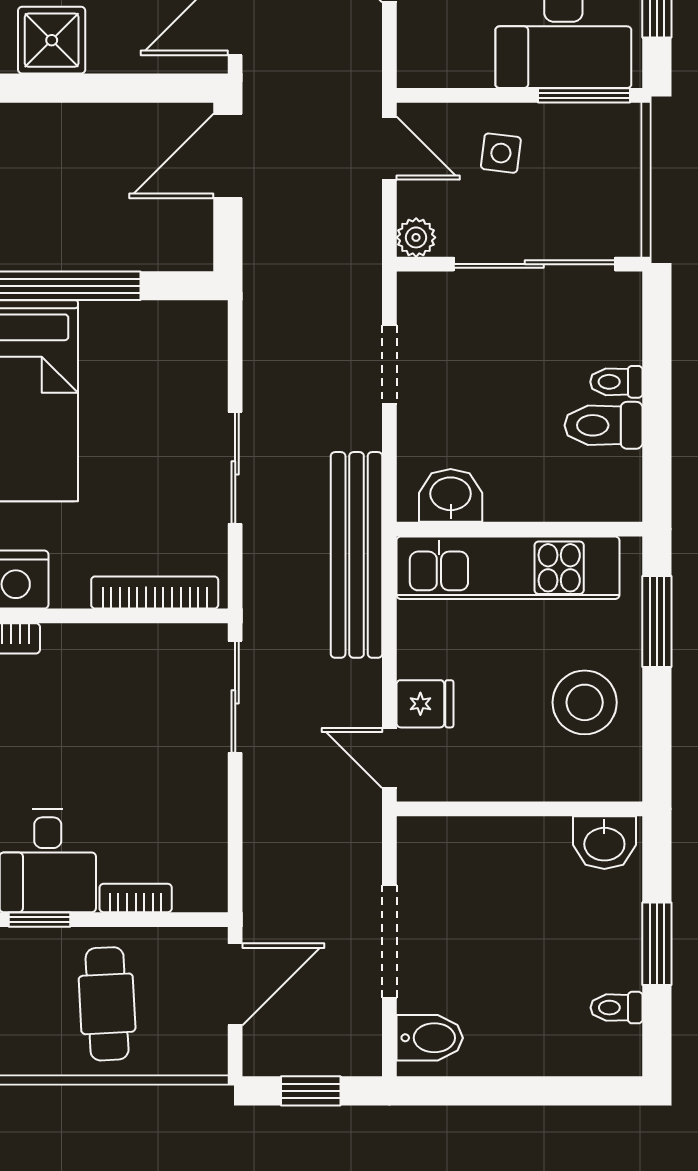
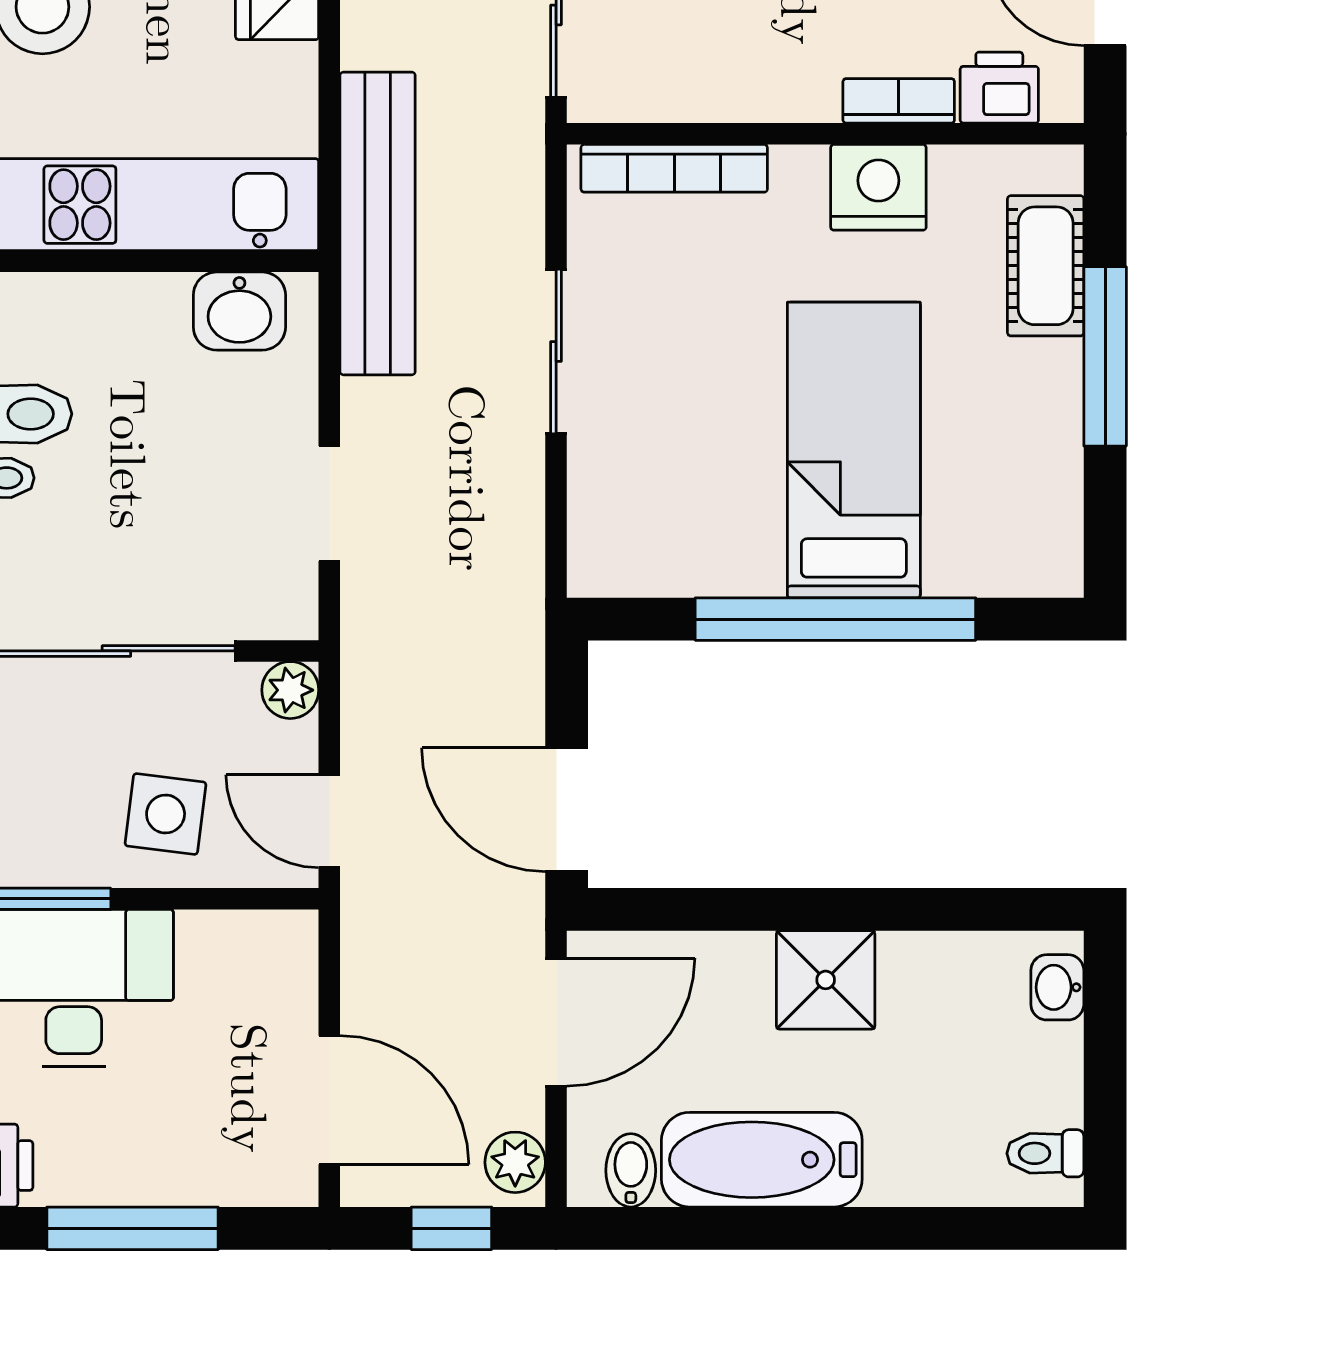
side table: (501, 153) -> (166, 814), width x1.37, depth x1.37
door: (228, 156) -> (567, 810), swing flipped

